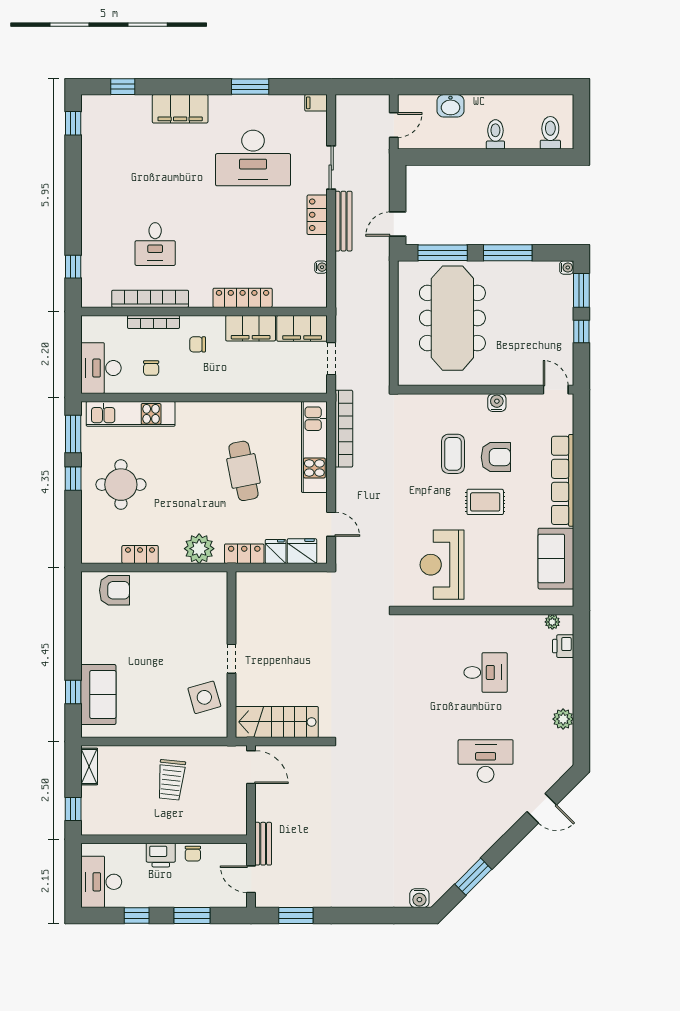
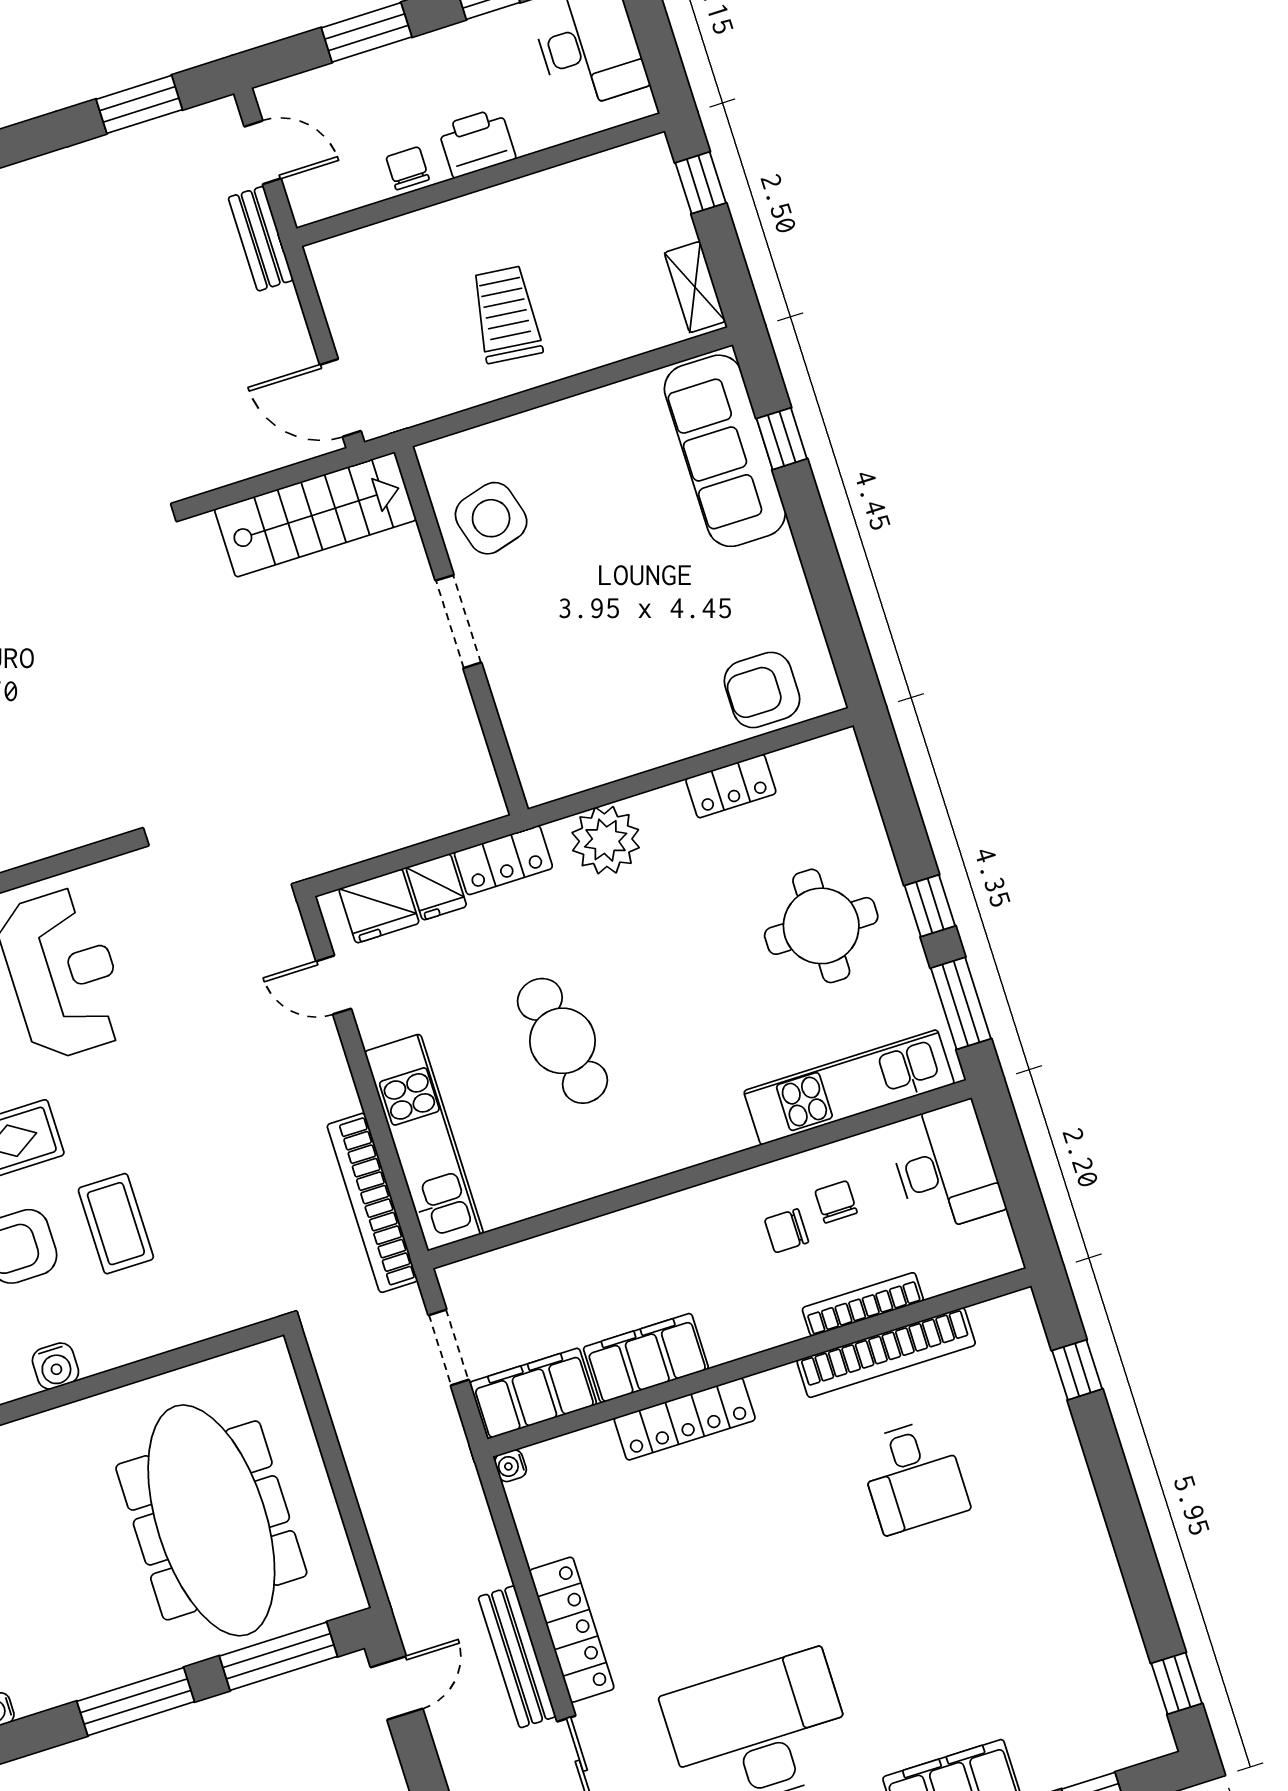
locker: (317, 215) -> (572, 1630), width x1.53
desk: (155, 244) -> (913, 1476), turned 180
water cooler: (321, 267) -> (511, 1466), moved
chair: (198, 344) -> (787, 1231), moved, turned 180
doorway: (231, 659) -> (458, 622), width x1.38
sofa: (98, 695) -> (725, 451), width x1.36

